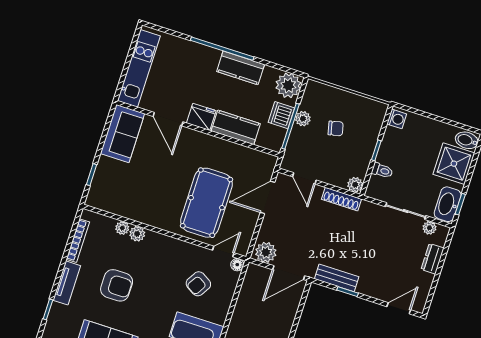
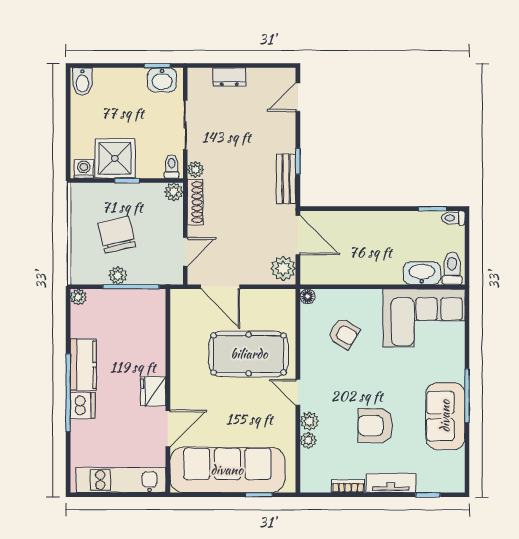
plant: (288, 85) -> (78, 297), width x0.53, depth x0.53
dishwasher: (281, 115) -> (83, 406), moved, turned -90
kitchen counter: (236, 127) -> (152, 348), removed
chair: (336, 128) -> (117, 235), width x1.87, depth x1.87
sofa: (122, 134) -> (227, 470), width x1.85, depth x1.27
shower: (454, 164) -> (115, 158), moved
toilet: (382, 171) -> (172, 166), moved
washbasin: (448, 204) -> (162, 80), width x0.72
plant: (429, 228) -> (195, 170), moved
bookcase: (78, 241) -> (348, 486), width x0.64
door: (223, 252) -> (298, 392), moved
armchair: (117, 285) -> (375, 426), turned -90
door: (399, 308) -> (298, 97), hinge flipped

